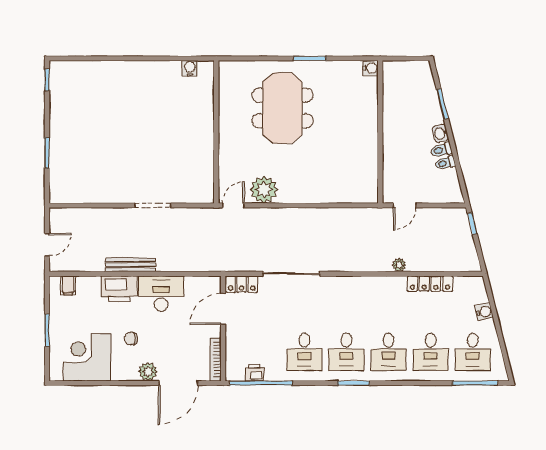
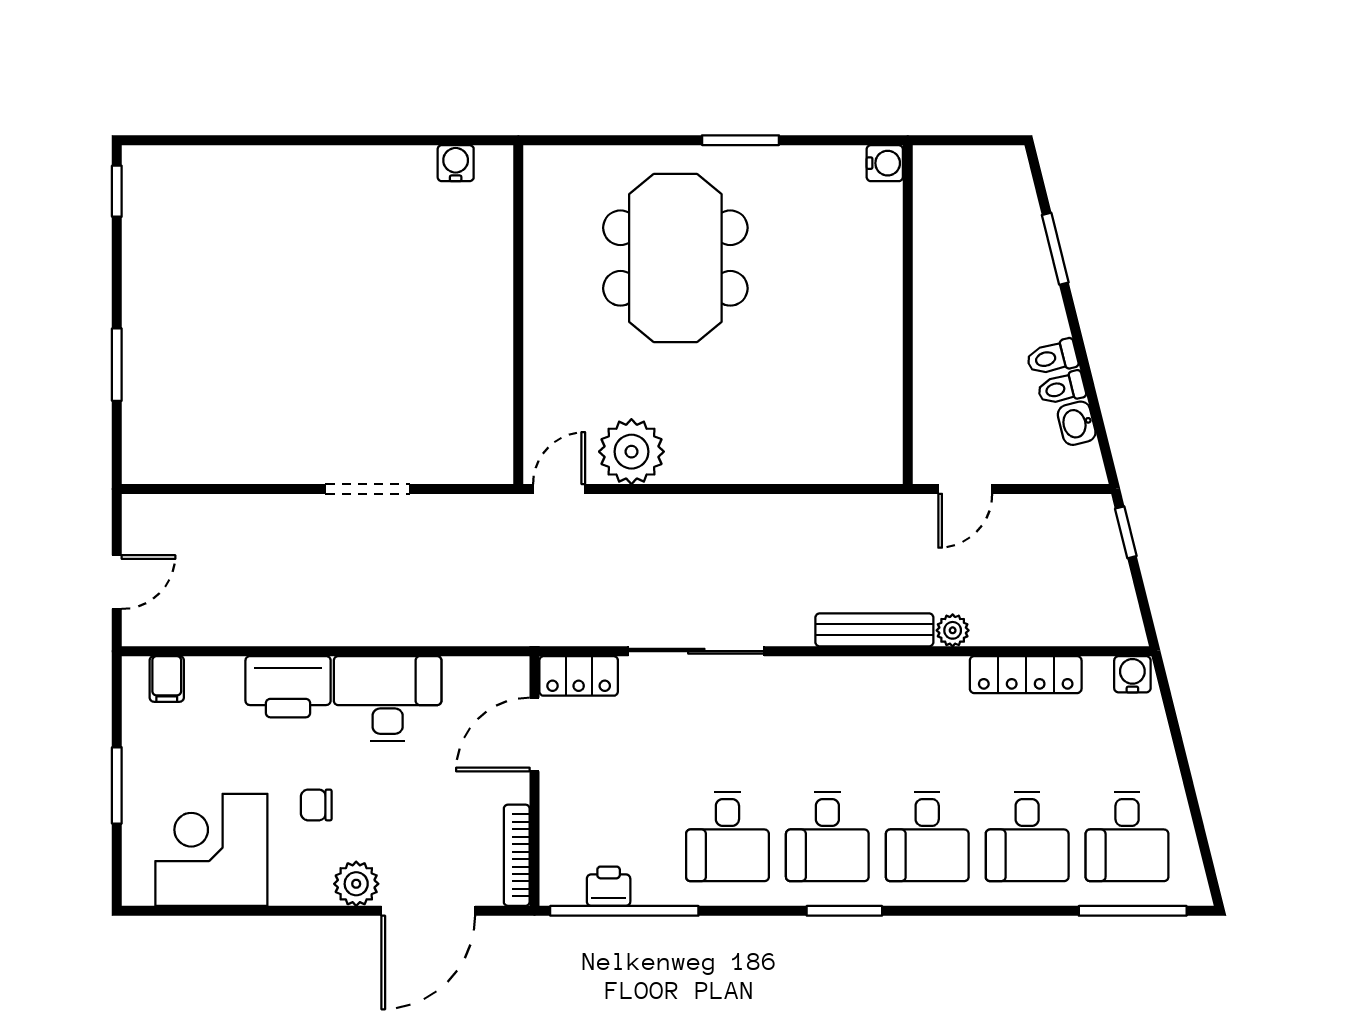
washbasin: (440, 133) -> (1077, 423), moved
bench: (130, 265) -> (874, 630), moved
water cooler: (484, 312) -> (1132, 674), moved, turned -76

